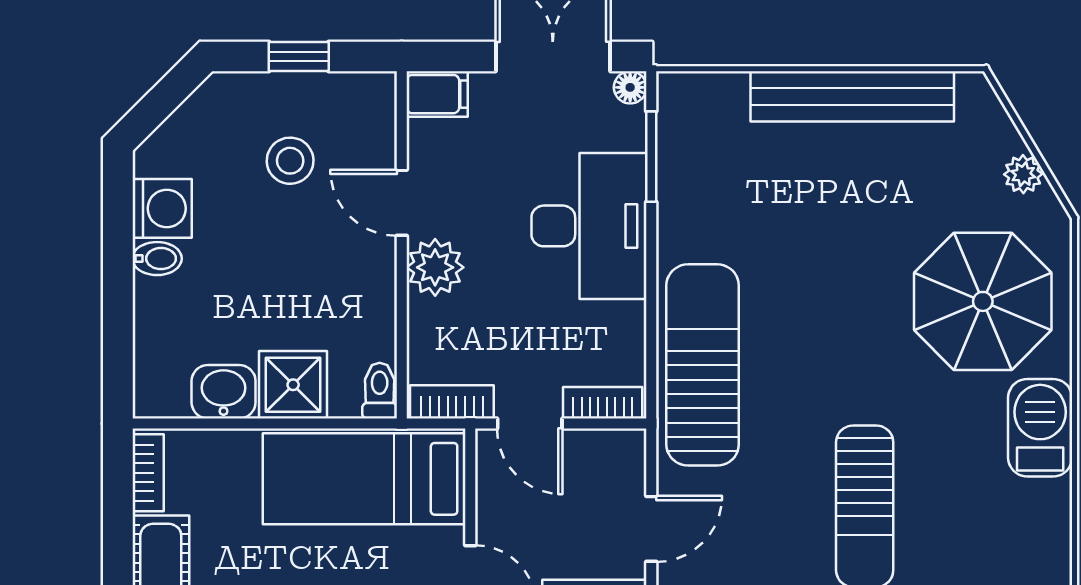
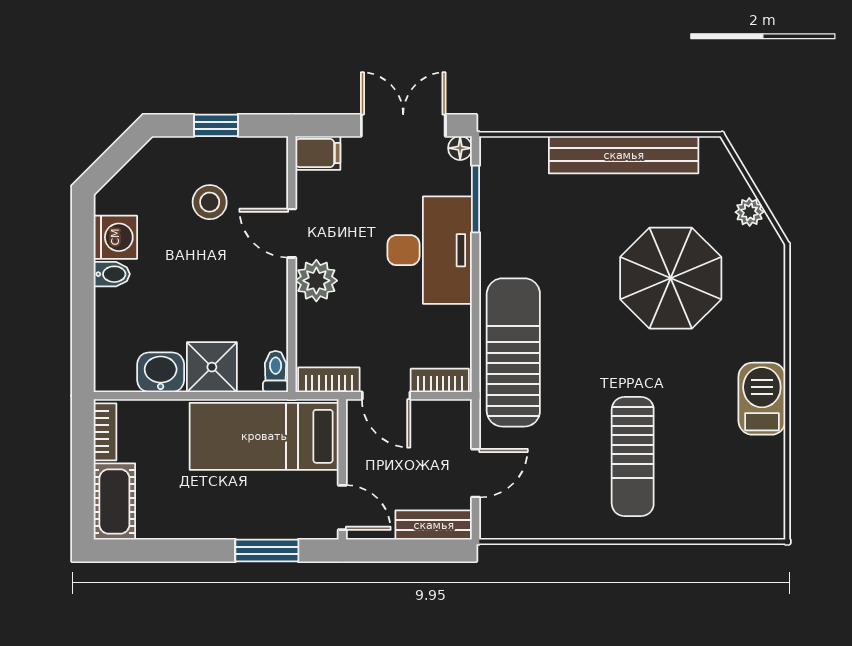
parasol: (983, 301) -> (671, 278), moved

